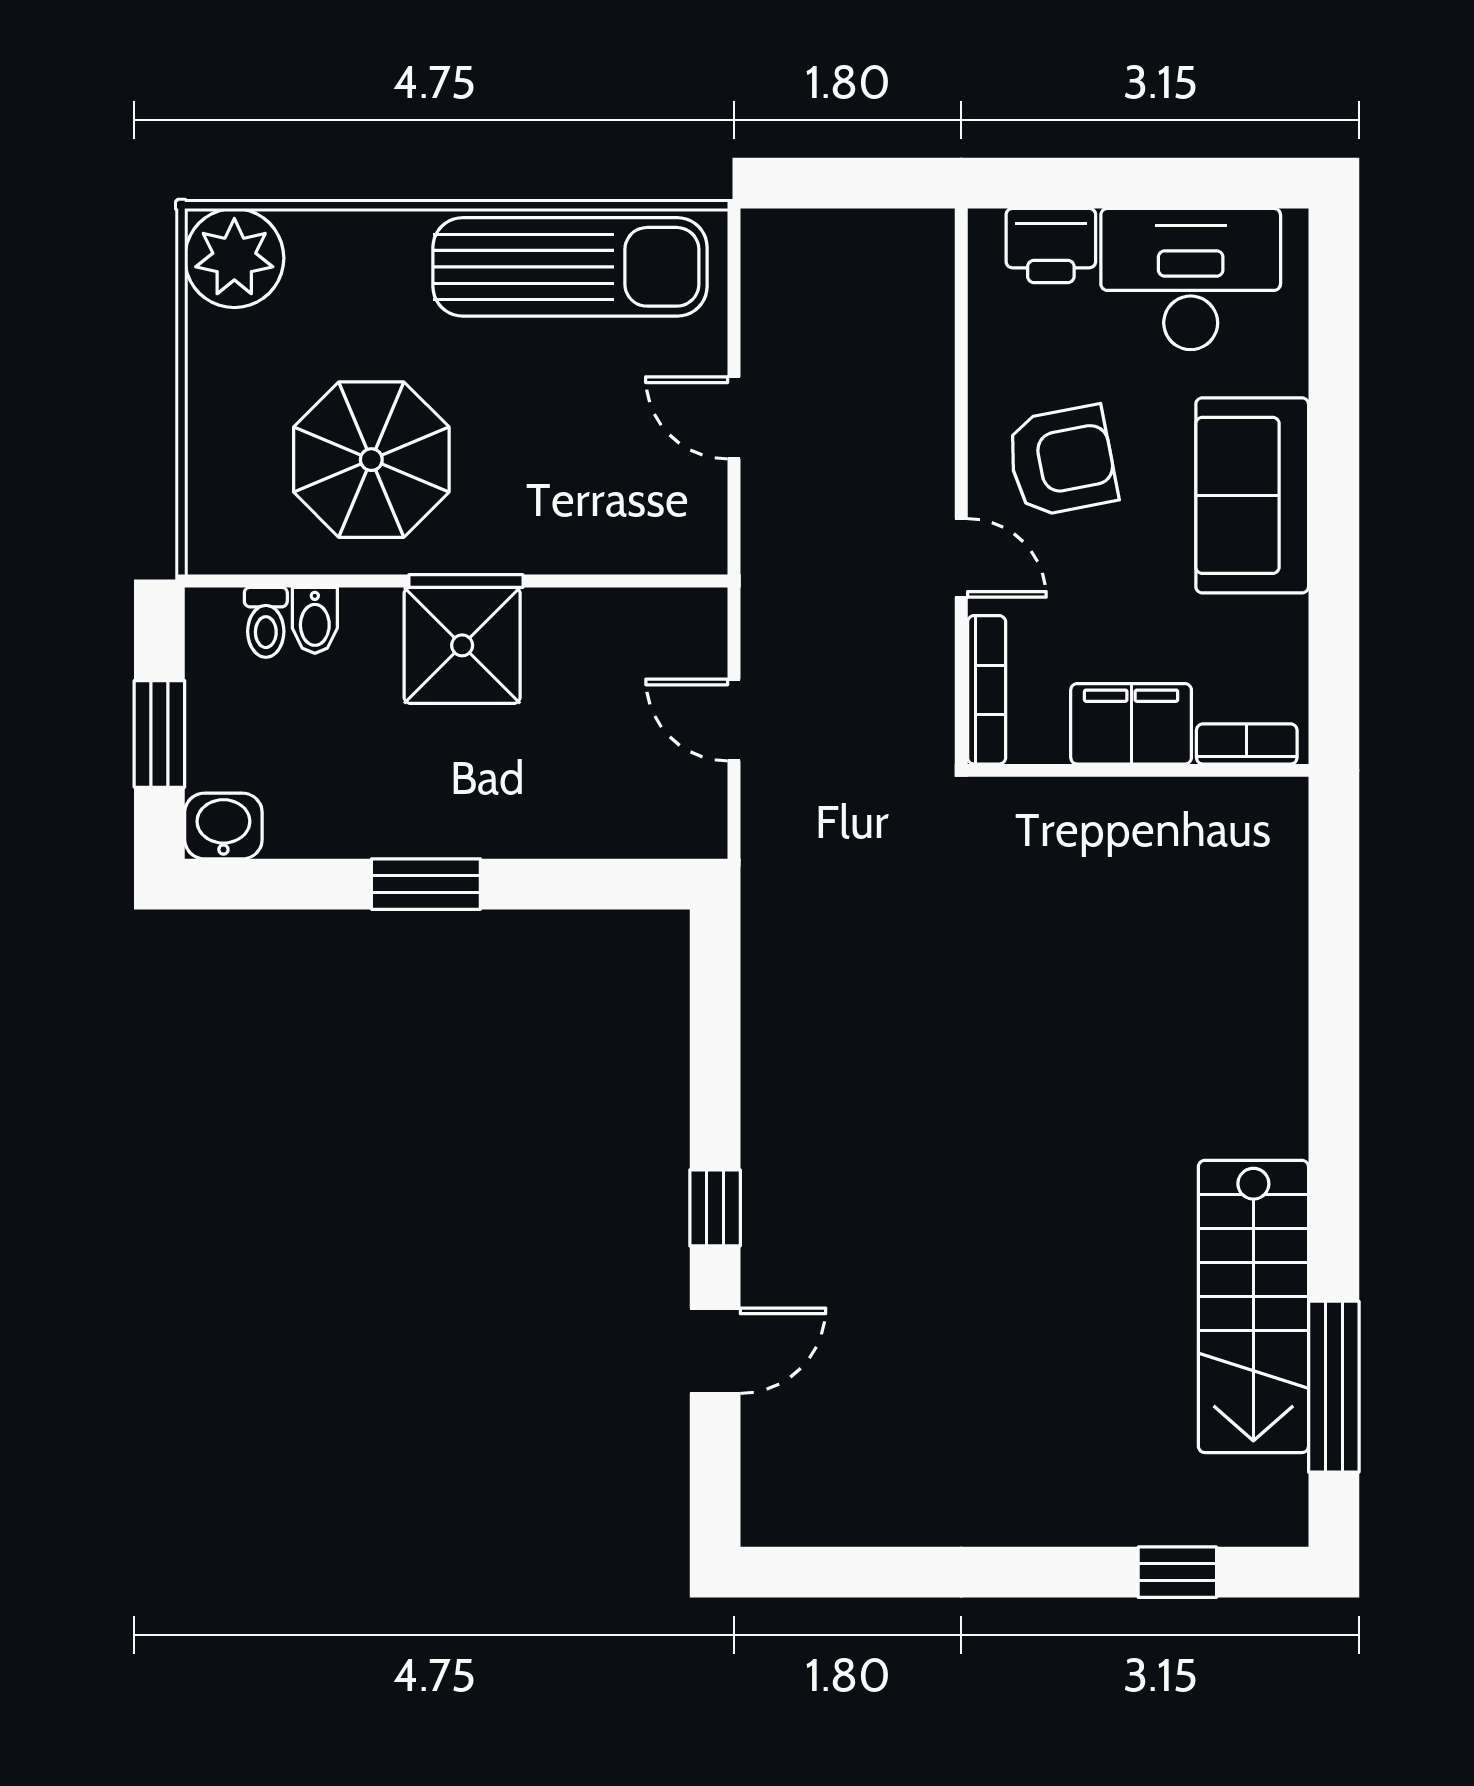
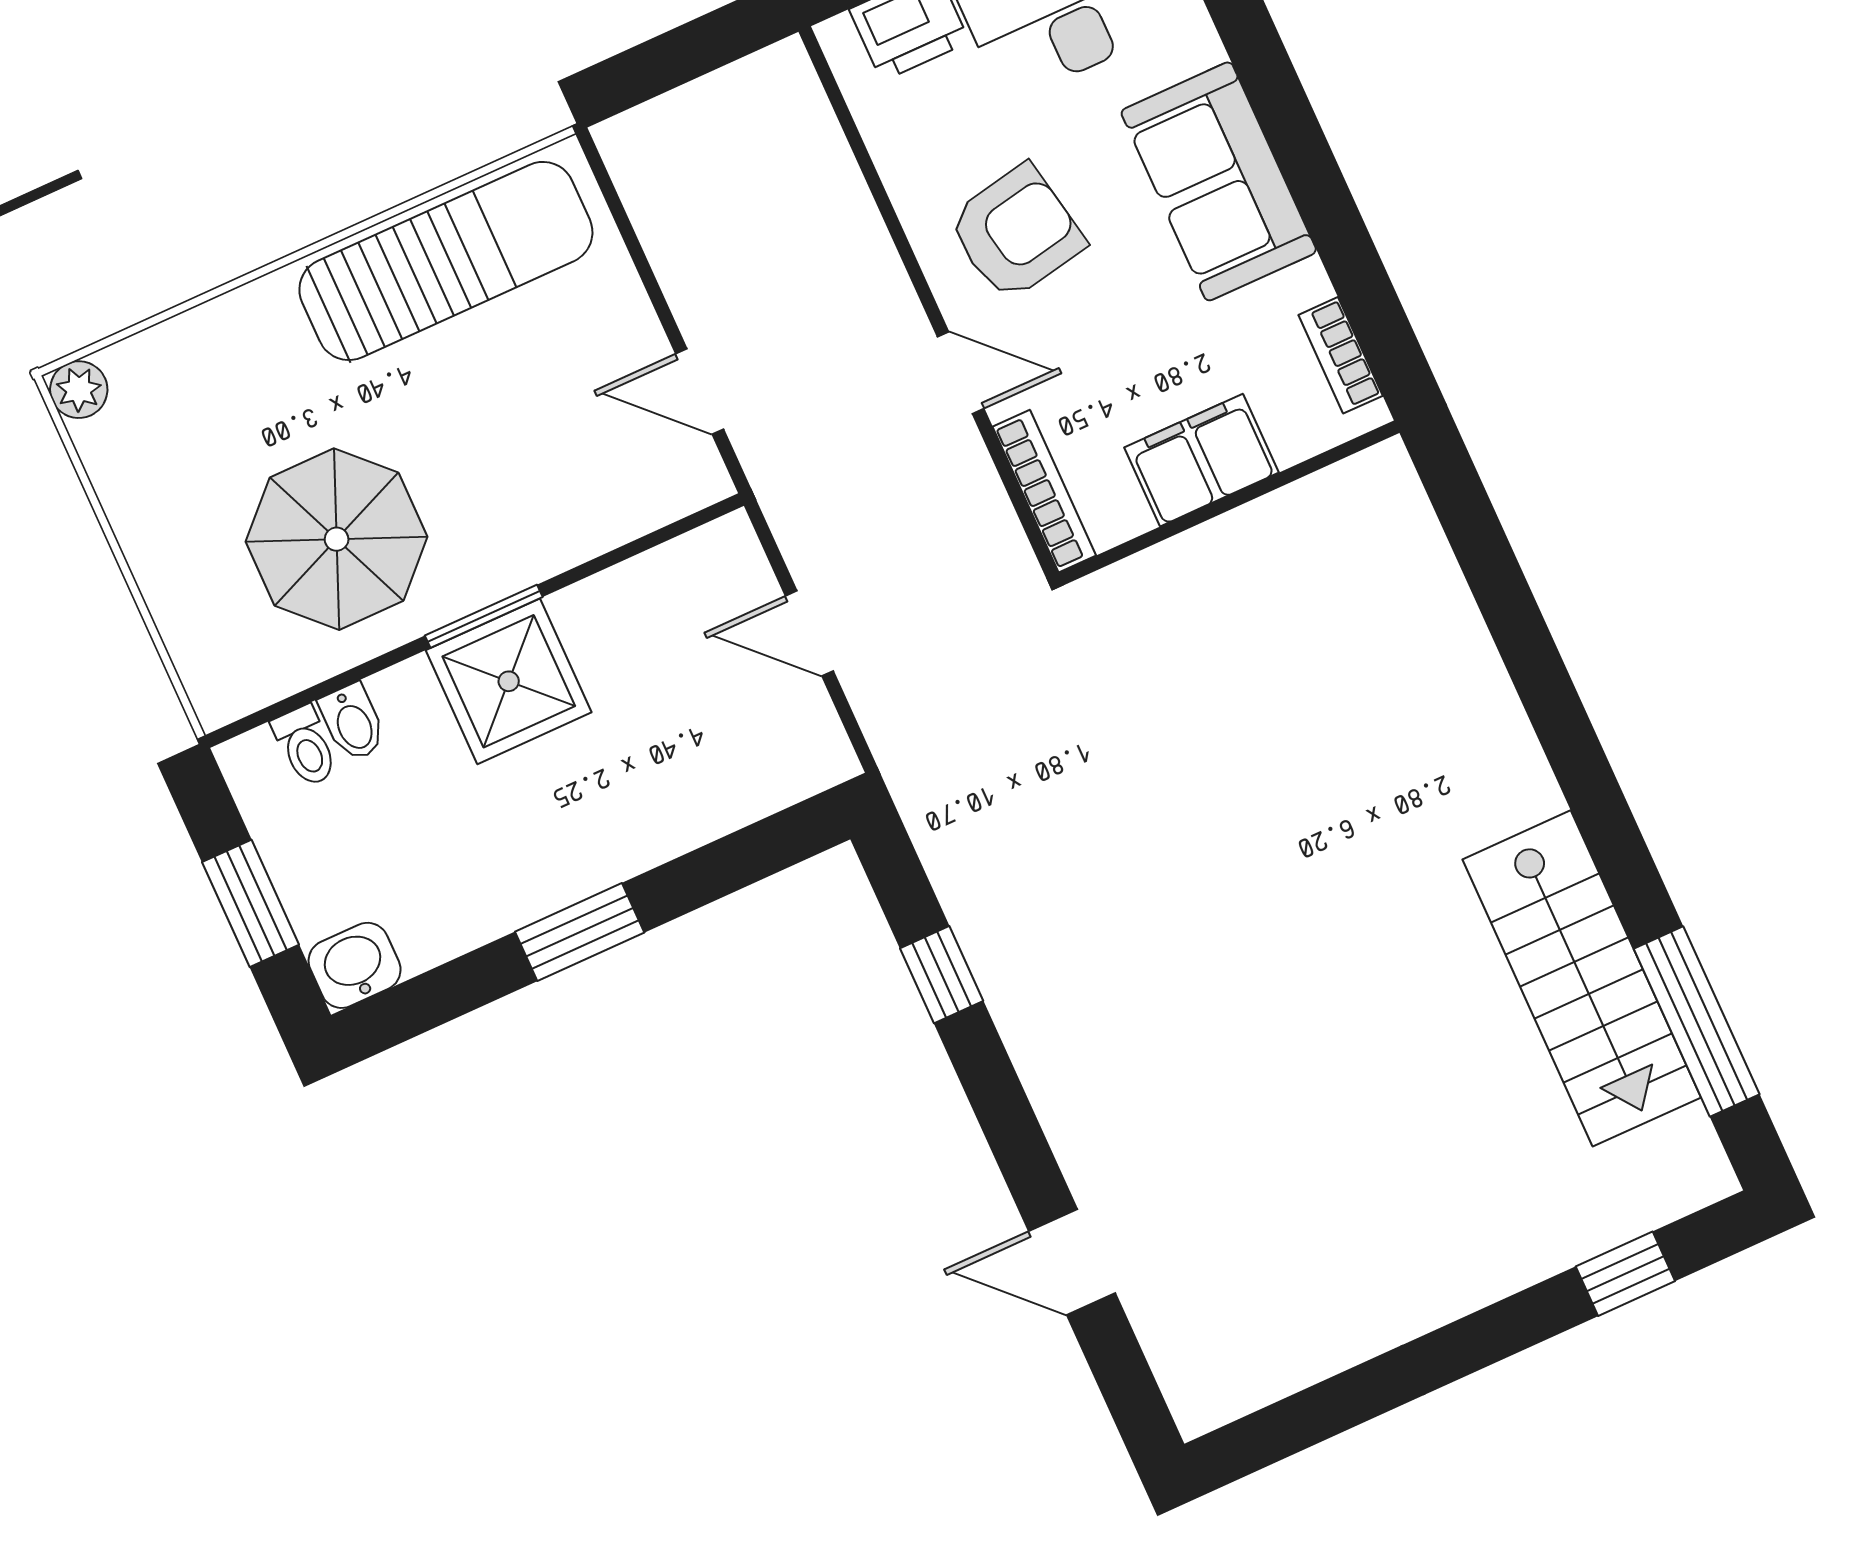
plant: (234, 258) -> (79, 390), width x0.53, depth x0.53
door: (734, 418) -> (700, 391), moved
bookcase: (1247, 744) -> (1341, 355), moved, turned -90
window: (715, 1208) -> (942, 975), moved
door: (715, 1351) -> (1072, 1262), swing flipped

